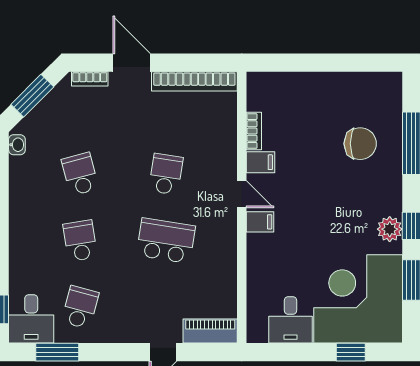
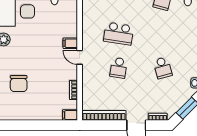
chair: (360, 144) -> (19, 84), turned -90
filing cabinet: (260, 162) -> (70, 115), moved
school desk: (80, 241) -> (163, 34), removed

